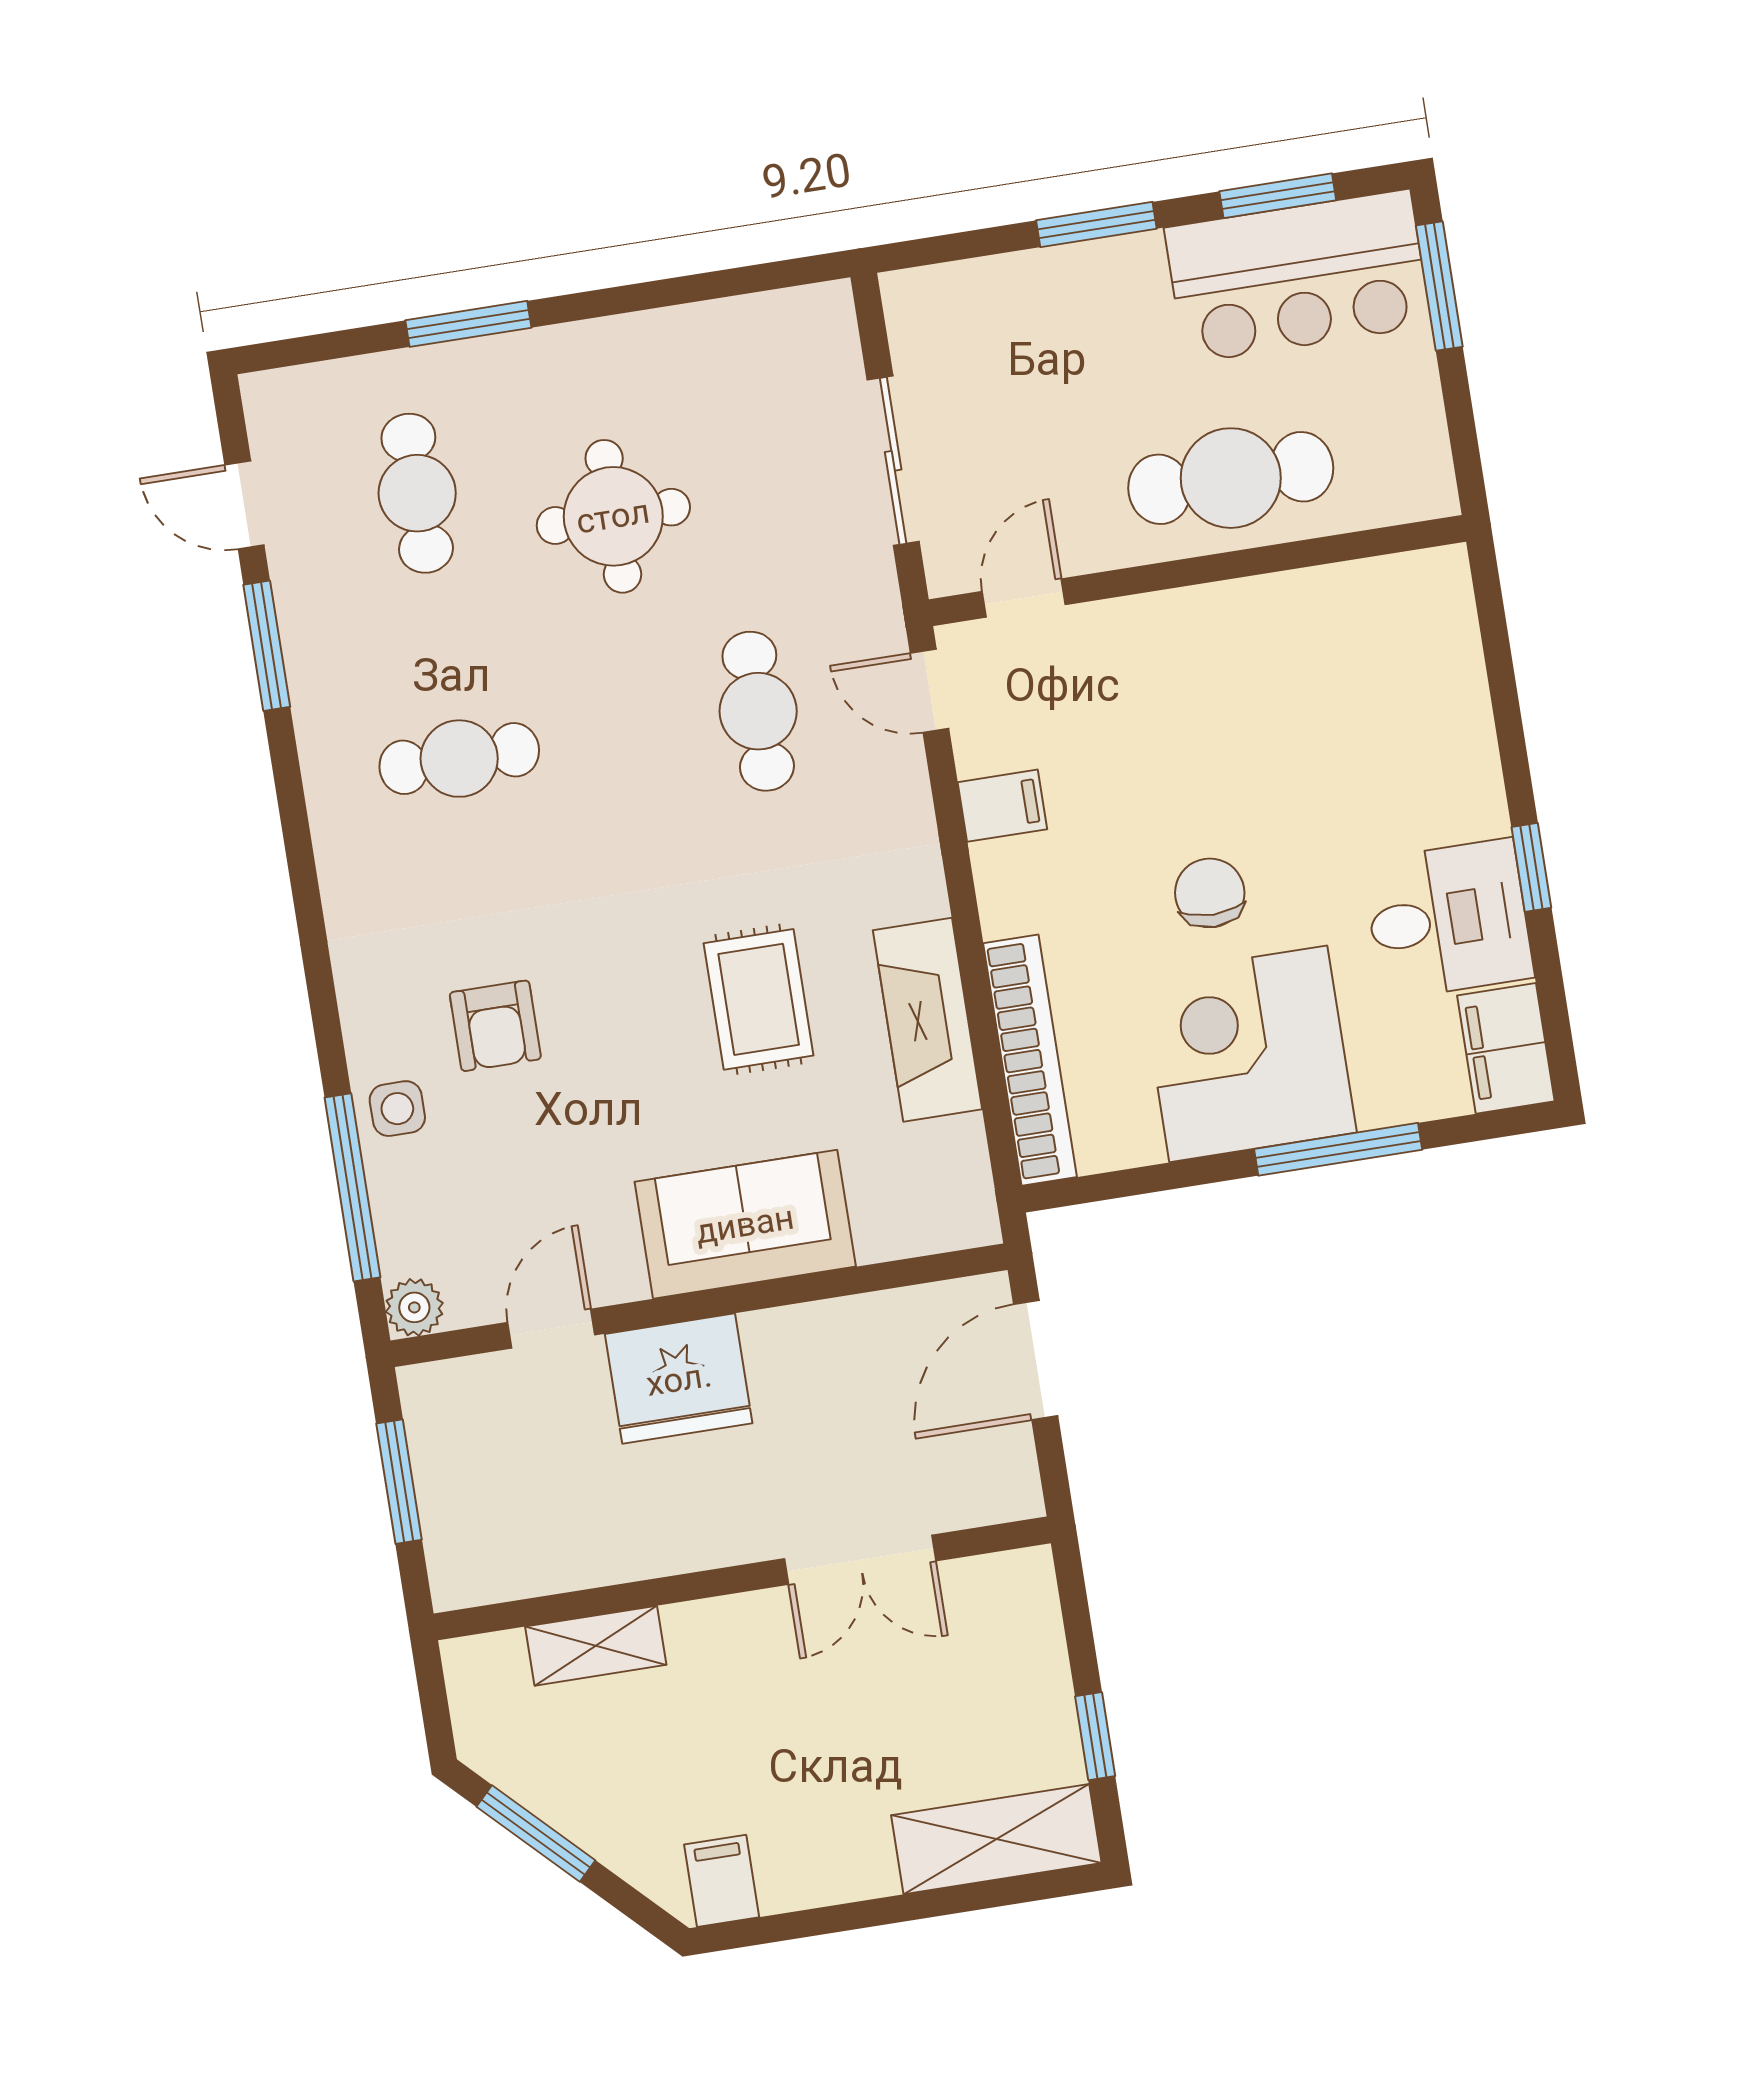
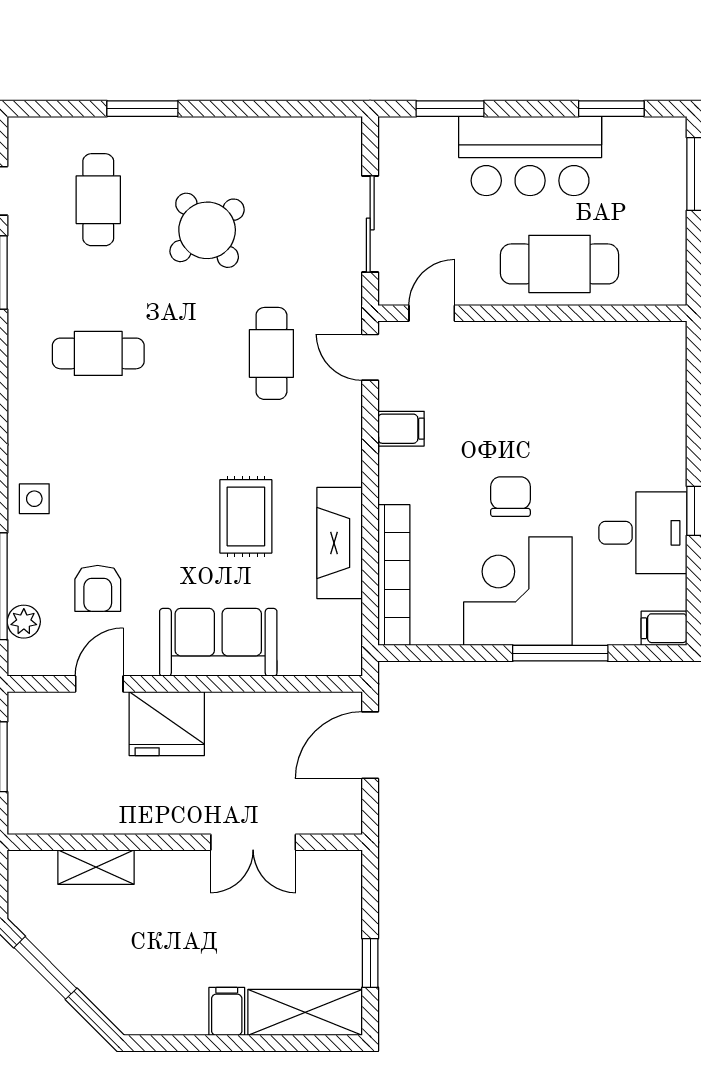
window: (1096, 224) -> (450, 109), moved
bar counter: (1298, 276) -> (530, 156), moved
round table: (613, 516) -> (207, 230), turned -38
armchair: (495, 1026) -> (98, 588), moved
filing cabinet: (1506, 1048) -> (664, 628), width x0.50
side table: (397, 1109) -> (34, 499), moved
plant: (414, 1307) -> (24, 622), moved
filing cabinet: (722, 1881) -> (227, 1011), moved

